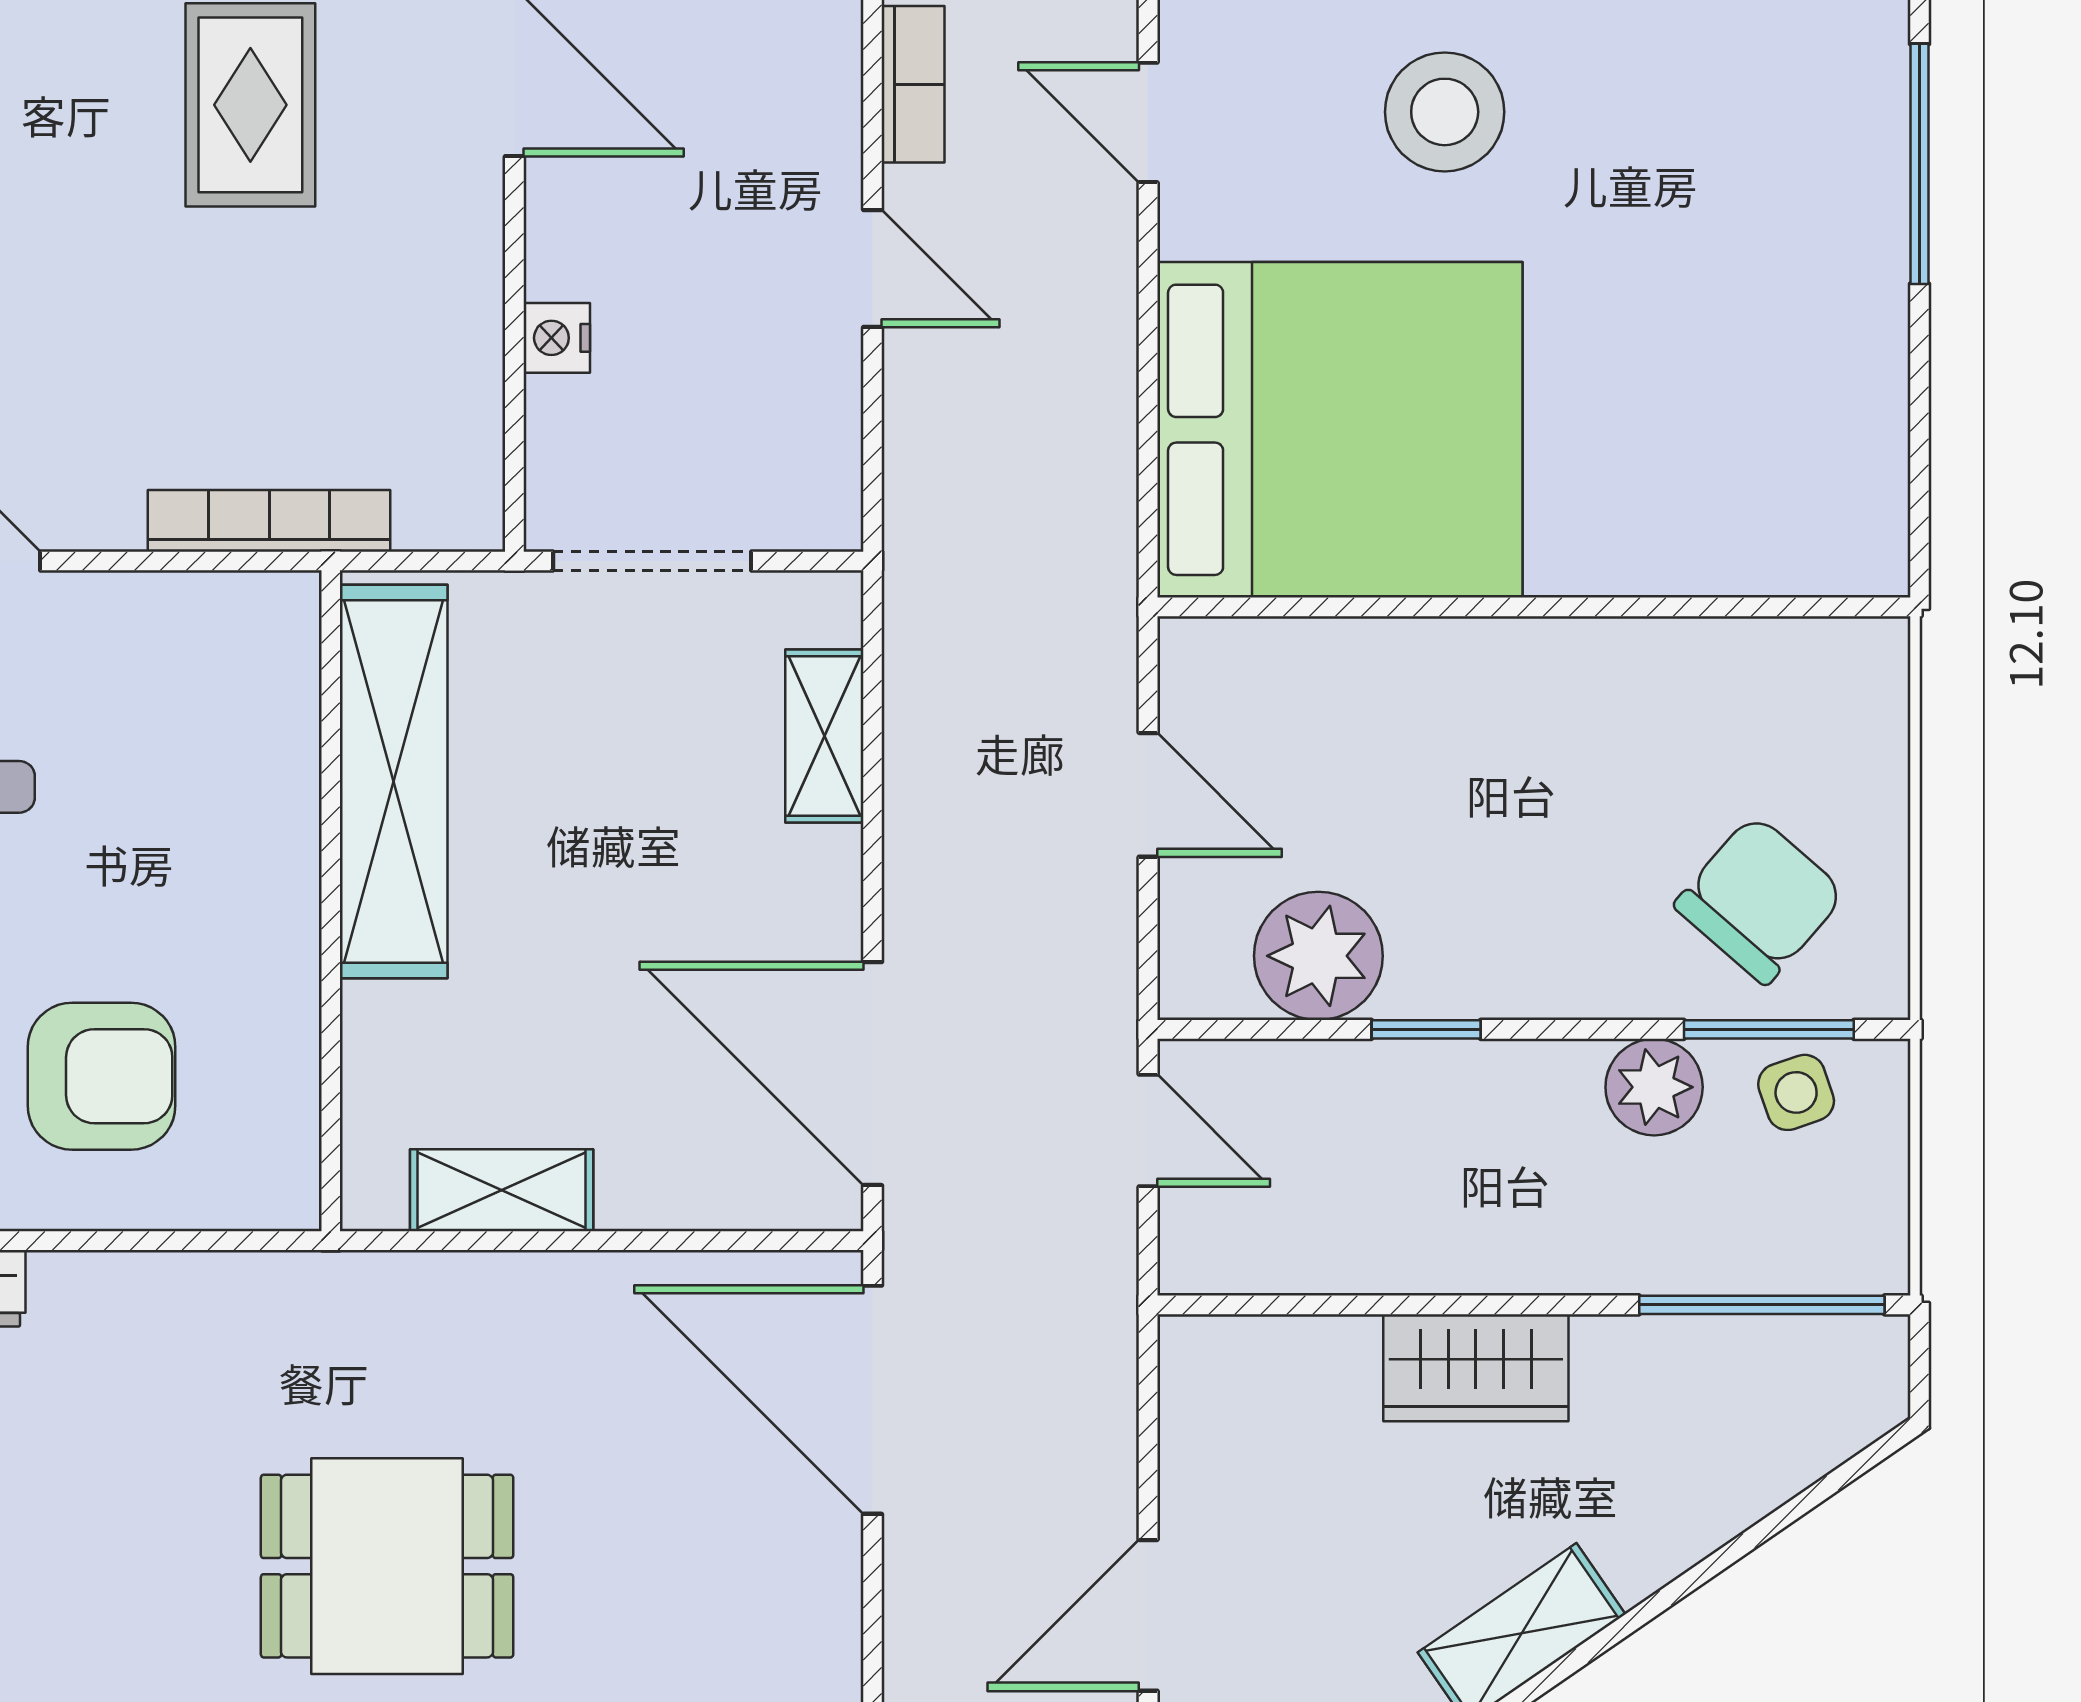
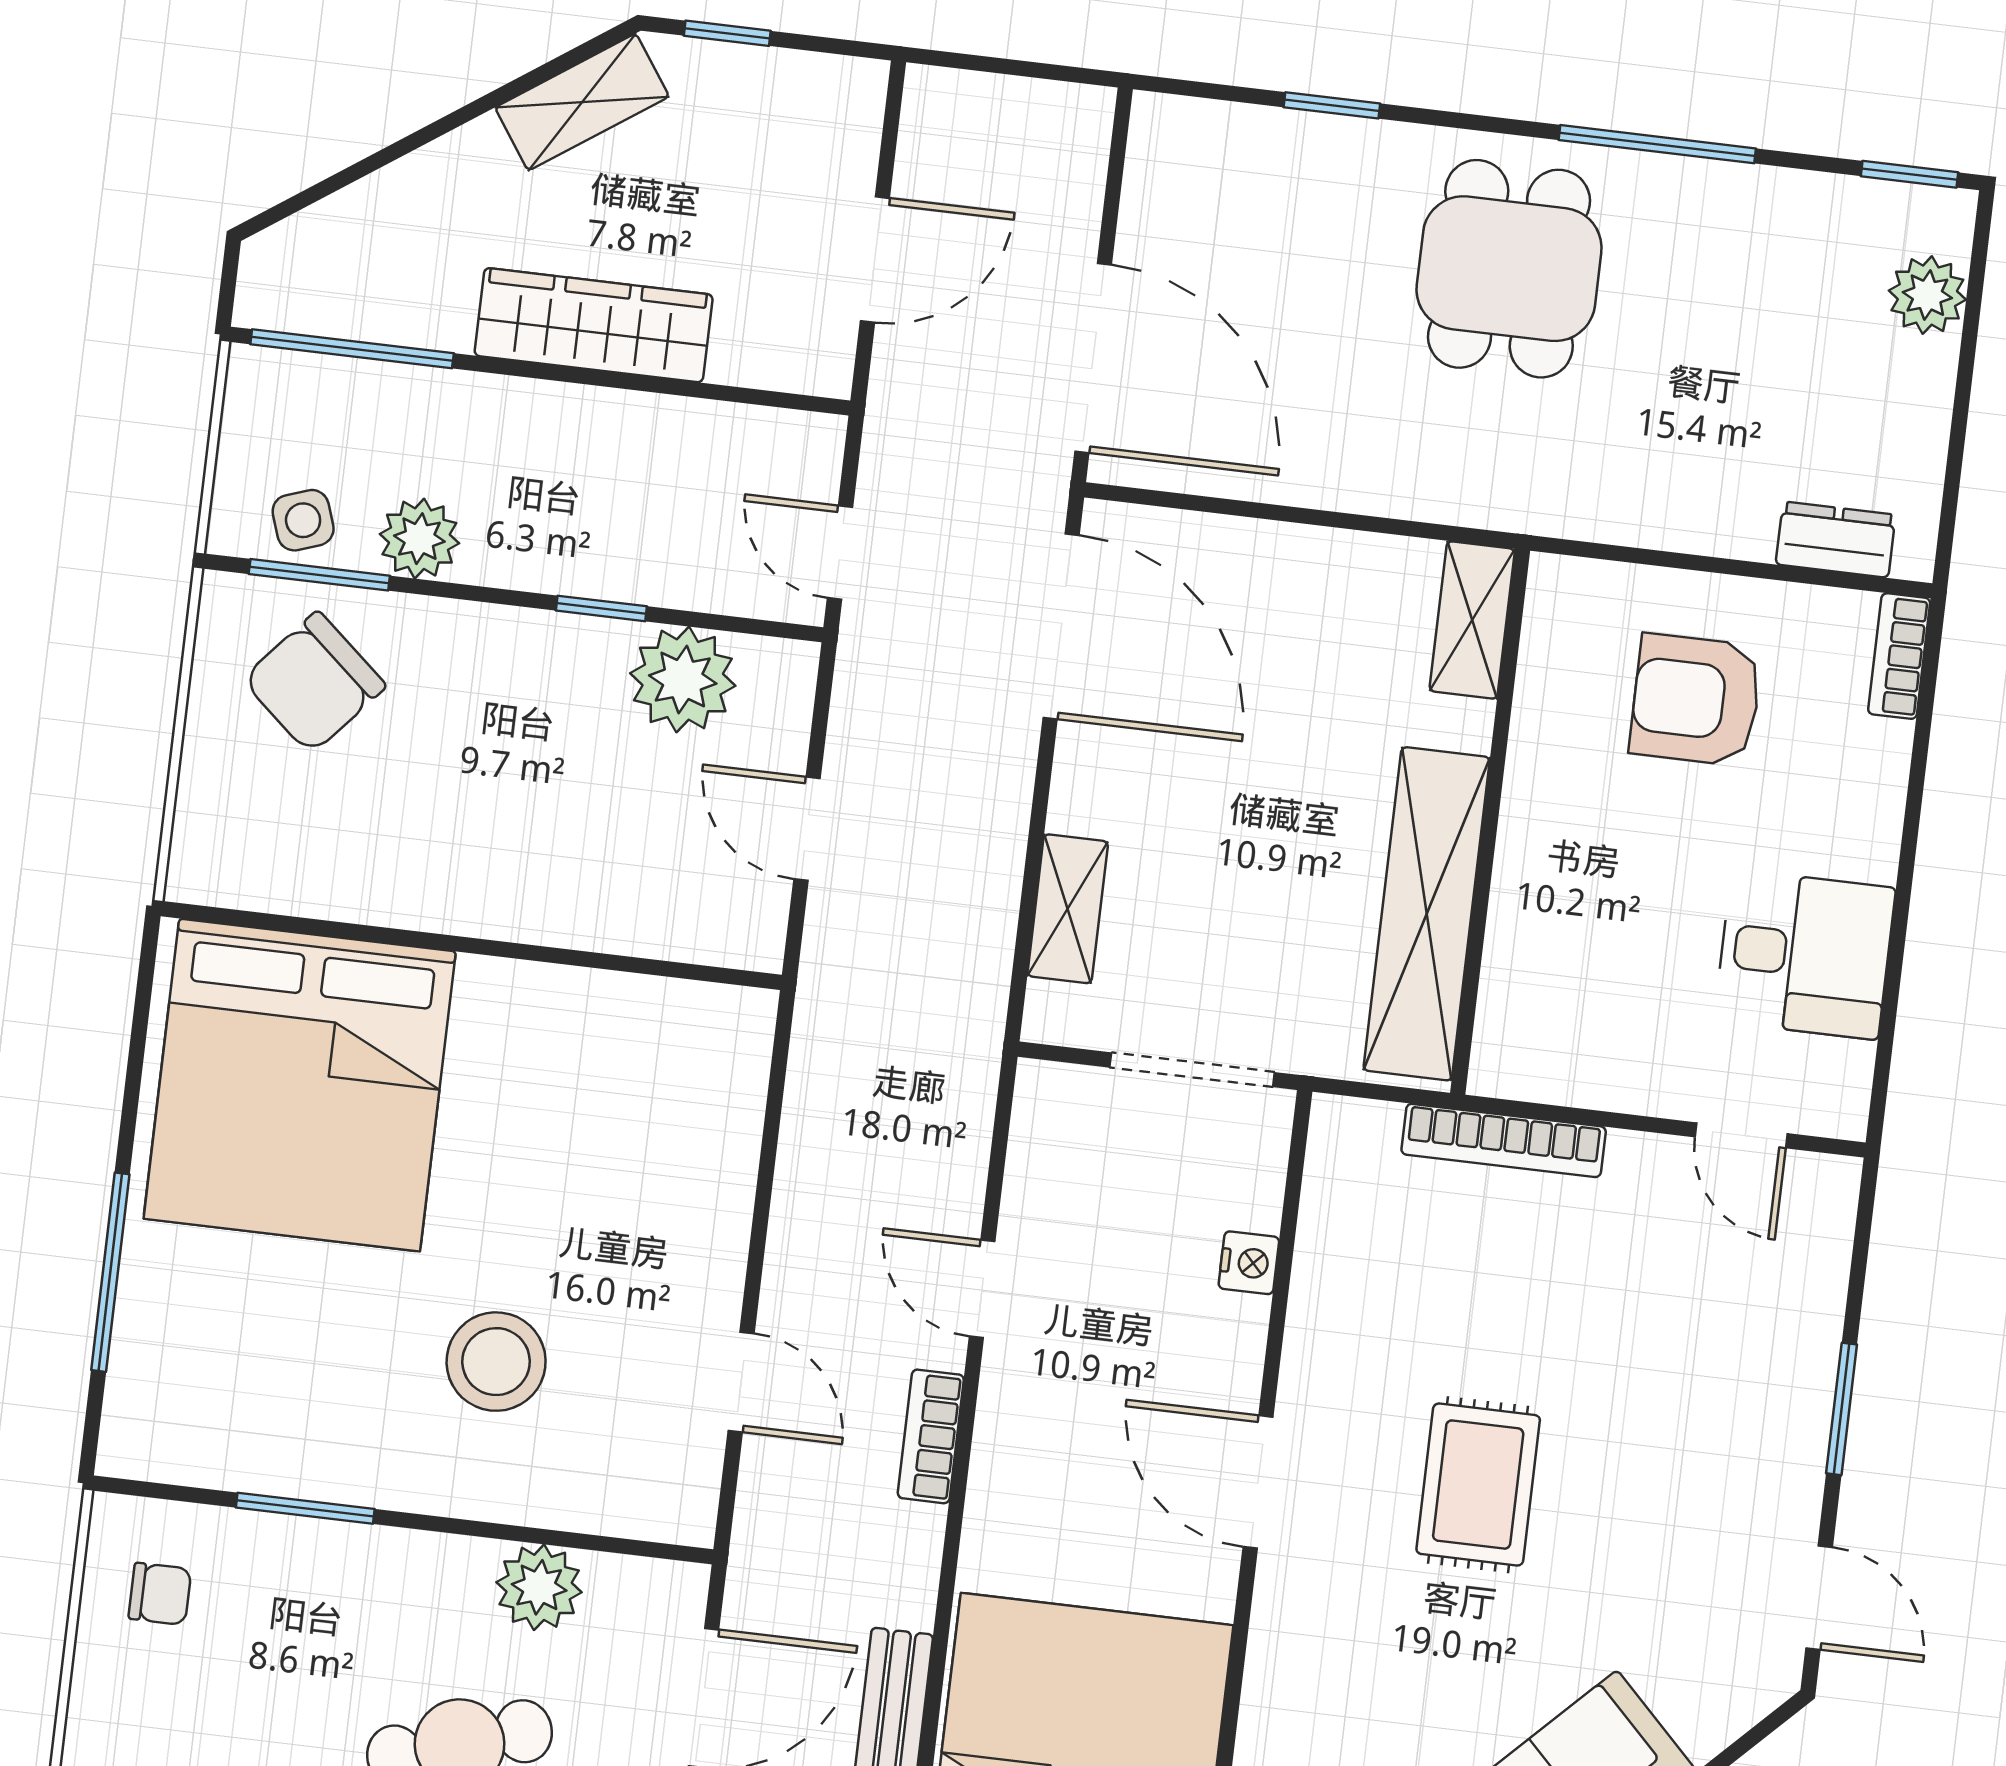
bed: (1340, 430) -> (300, 1085), moved, turned -90
shelving: (502, 1190) -> (1472, 620), moved, turned 90
wardrobe: (1476, 1368) -> (594, 325), width x1.50
dining table: (387, 1566) -> (1509, 269), turned 90
door: (1148, 1615) -> (875, 259), moved

